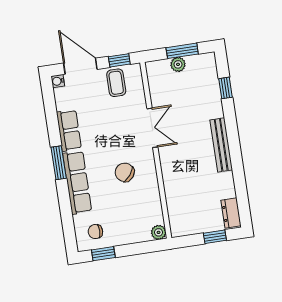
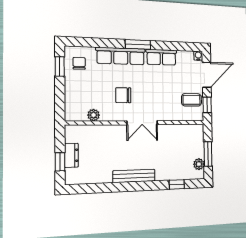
plant: (178, 64) -> (199, 164), moved
double door: (152, 128) -> (142, 123), moved
chair: (125, 172) -> (123, 95), turned -128
dresser: (231, 213) -> (71, 155), moved, turned 90
plant: (159, 232) -> (94, 115), moved

